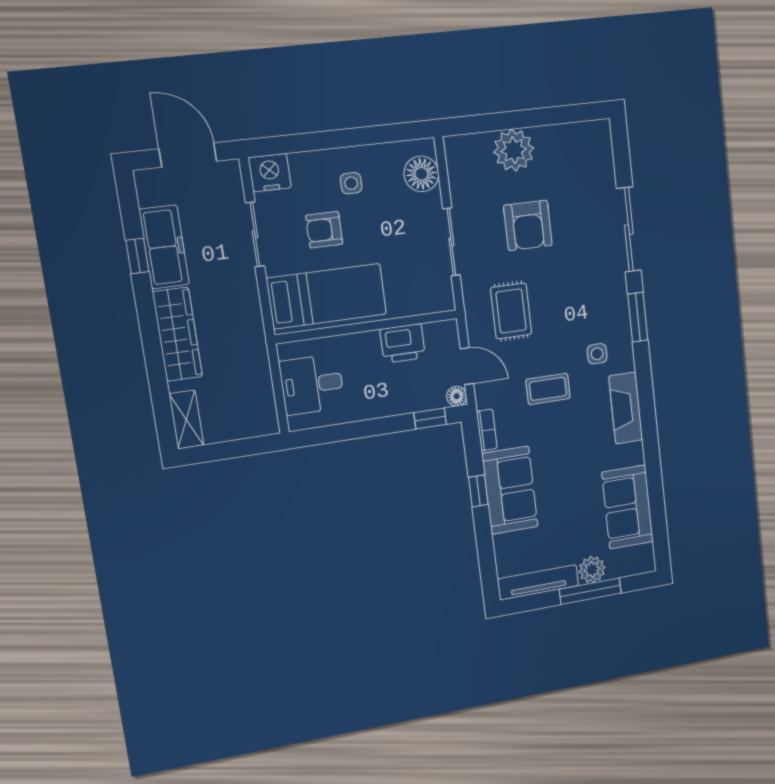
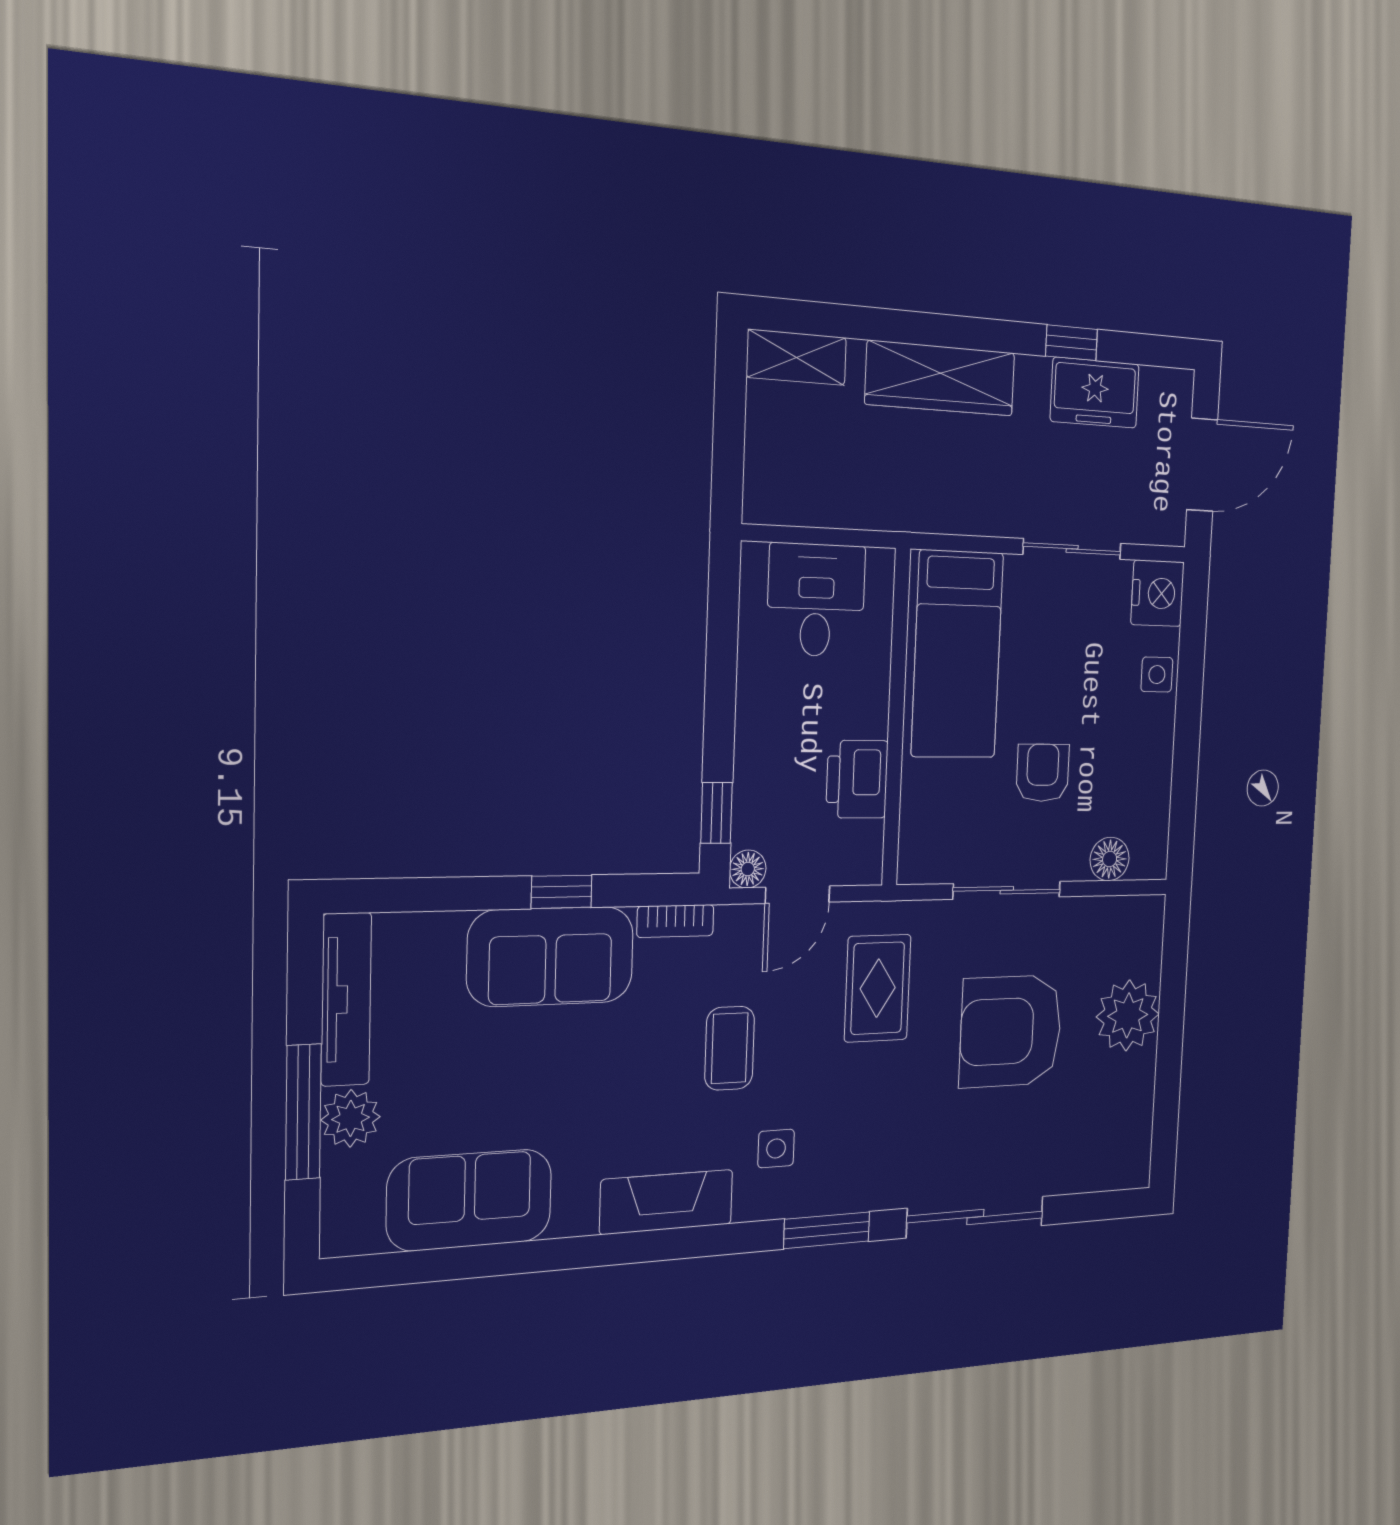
floor lamp: (421, 174) -> (1110, 859), width x0.73, depth x0.73
side table: (351, 183) -> (1157, 675), moved
armchair: (528, 225) -> (1011, 1031), width x1.36, depth x1.36
armchair: (324, 230) -> (1043, 773), moved
freezer: (164, 247) -> (1095, 393), width x0.71
rug: (511, 311) -> (878, 988), turned 90

